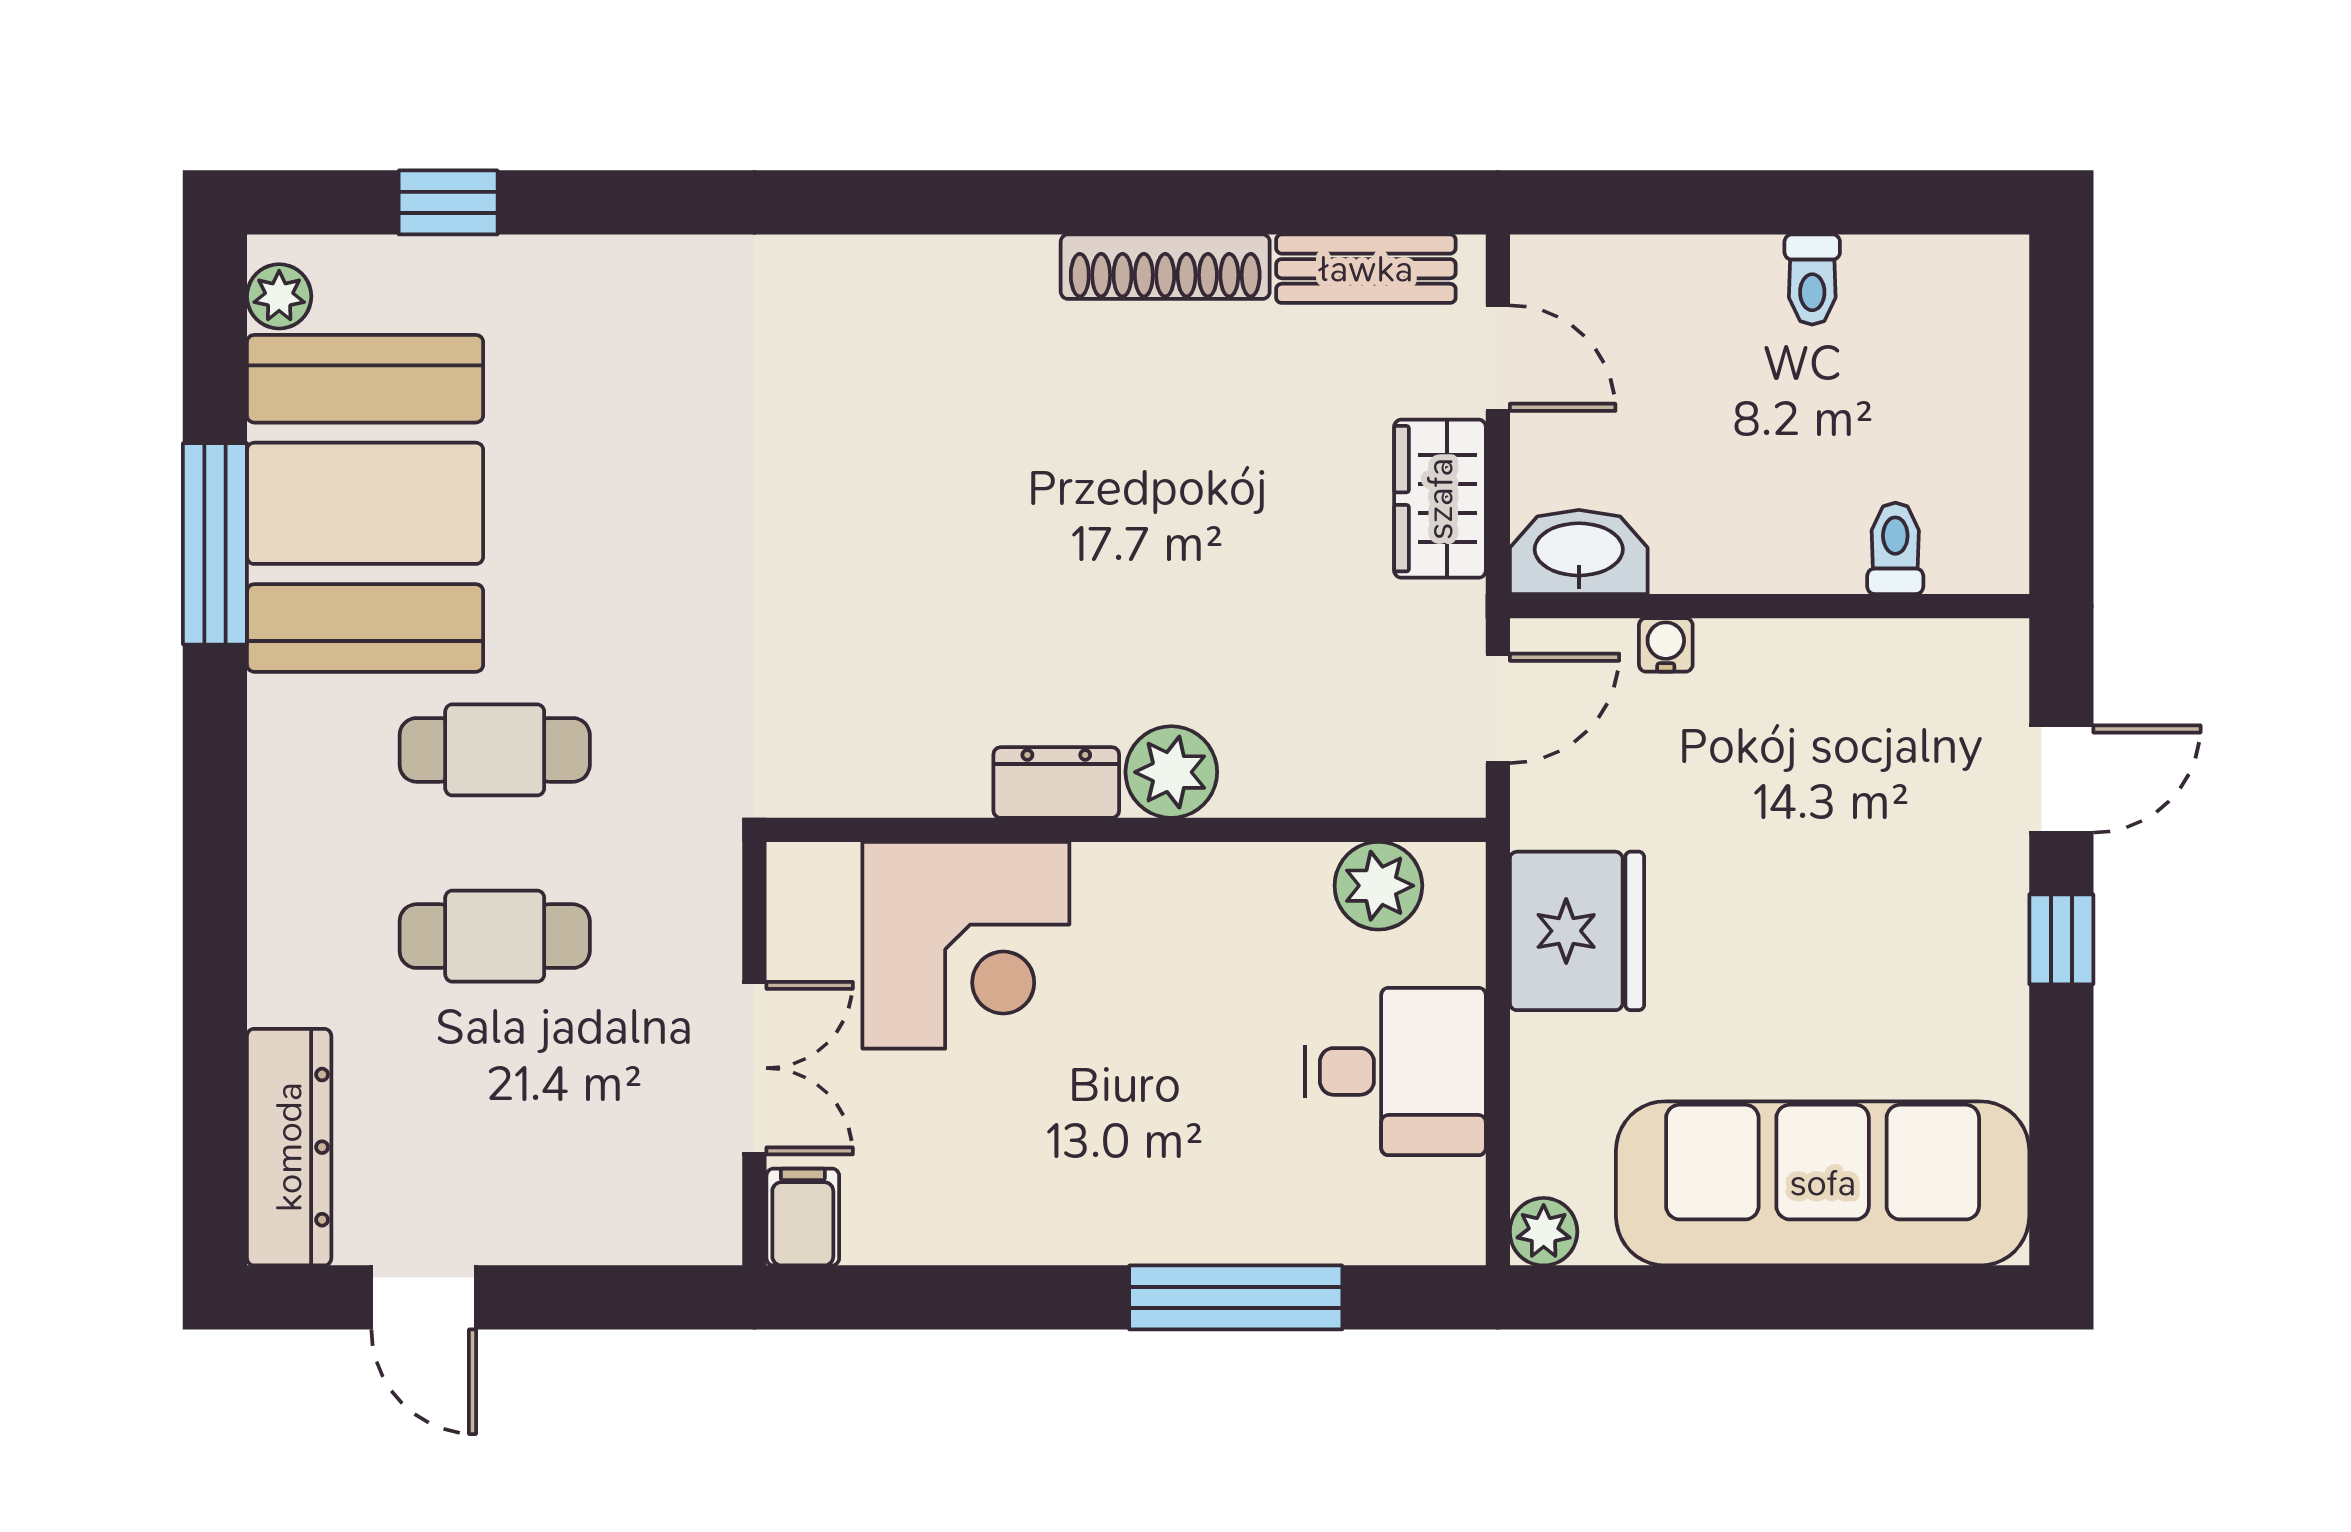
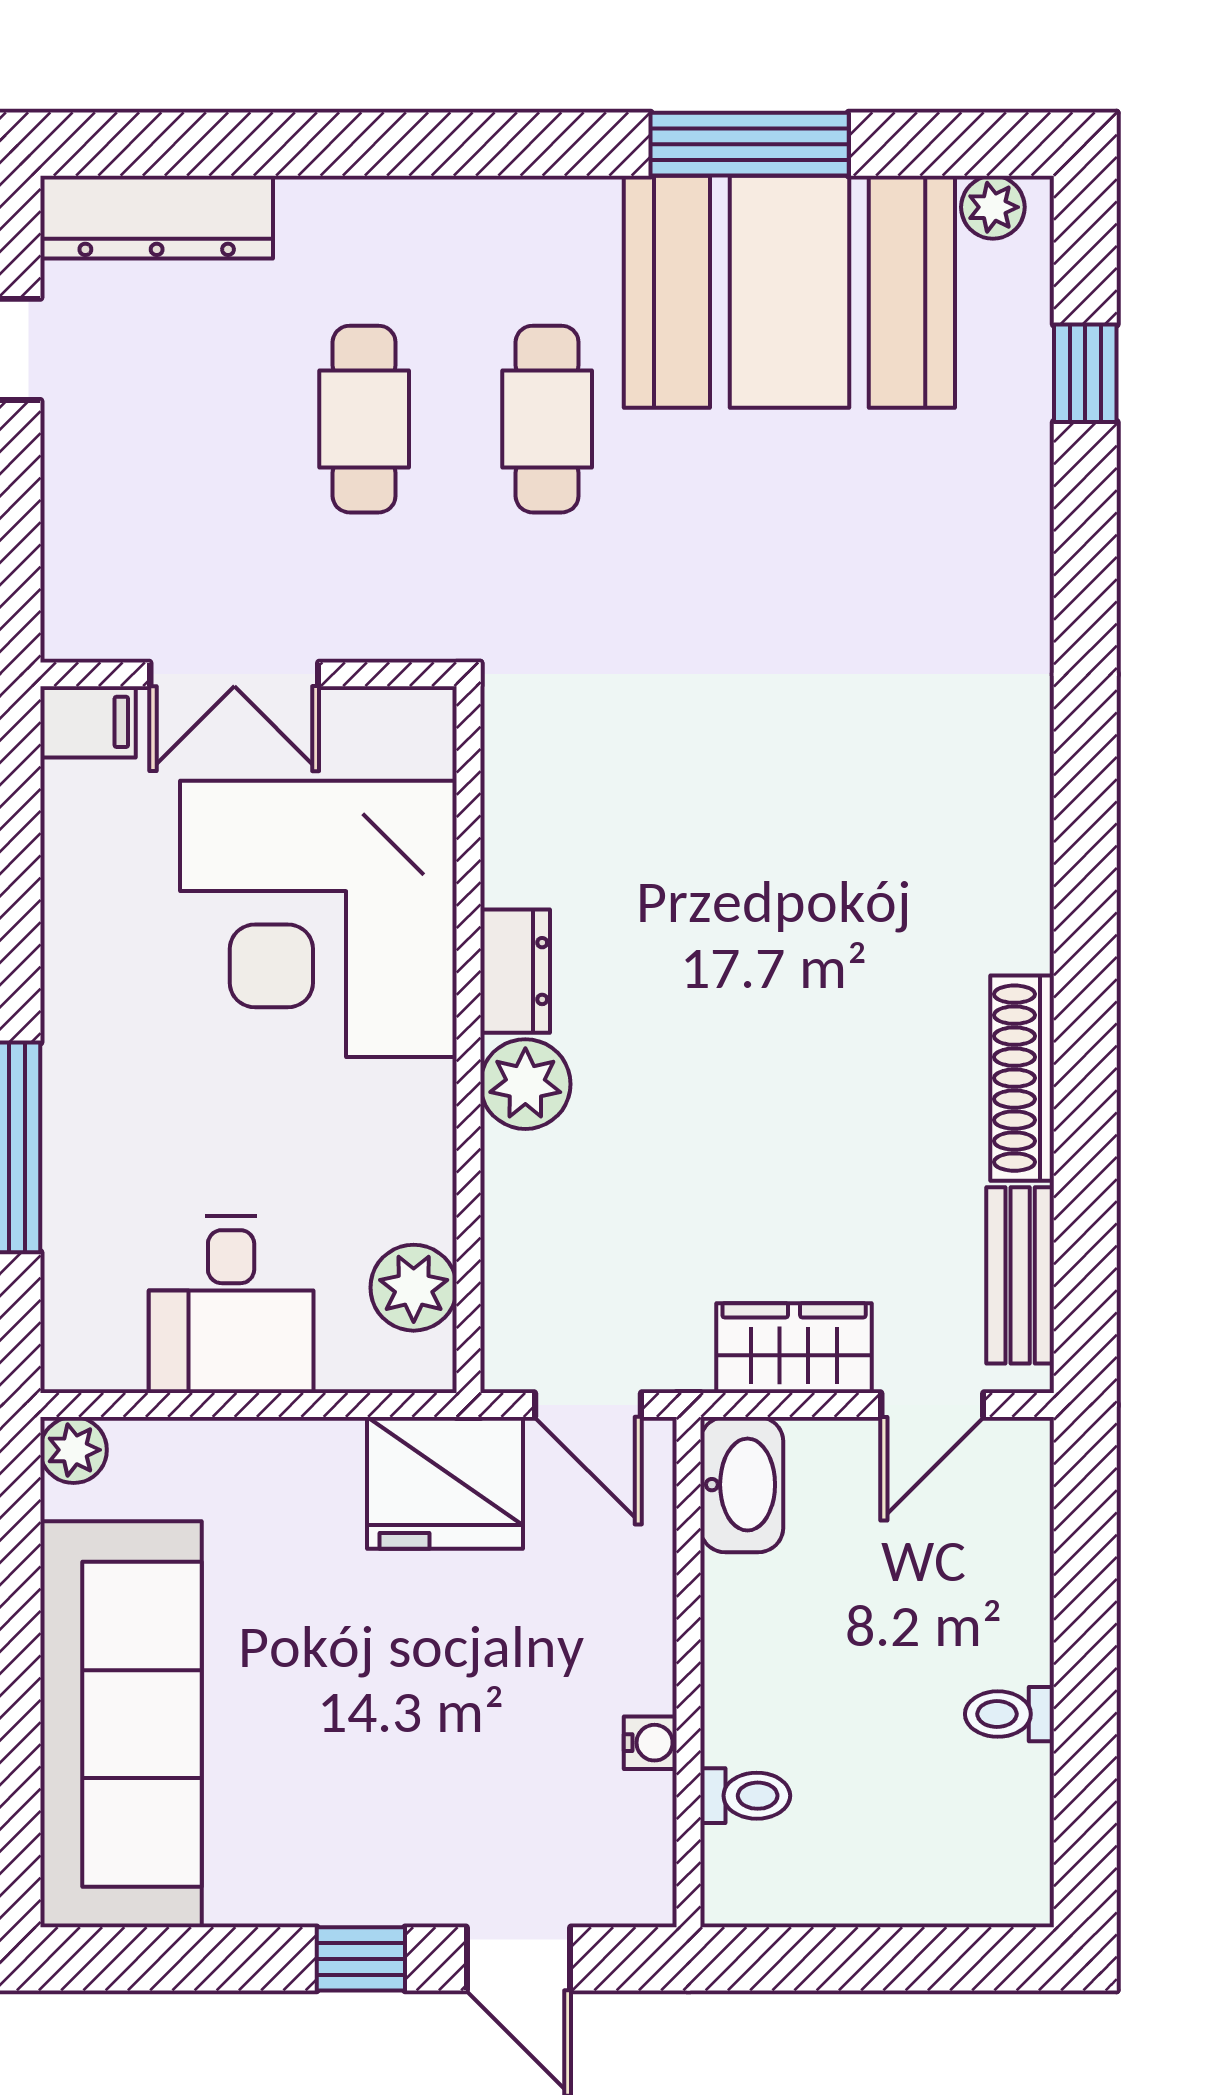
water cooler: (1666, 645) -> (650, 1743), moved
fridge: (1577, 931) -> (445, 1483), moved
corner desk: (966, 945) -> (318, 919), width x1.36, depth x1.36

